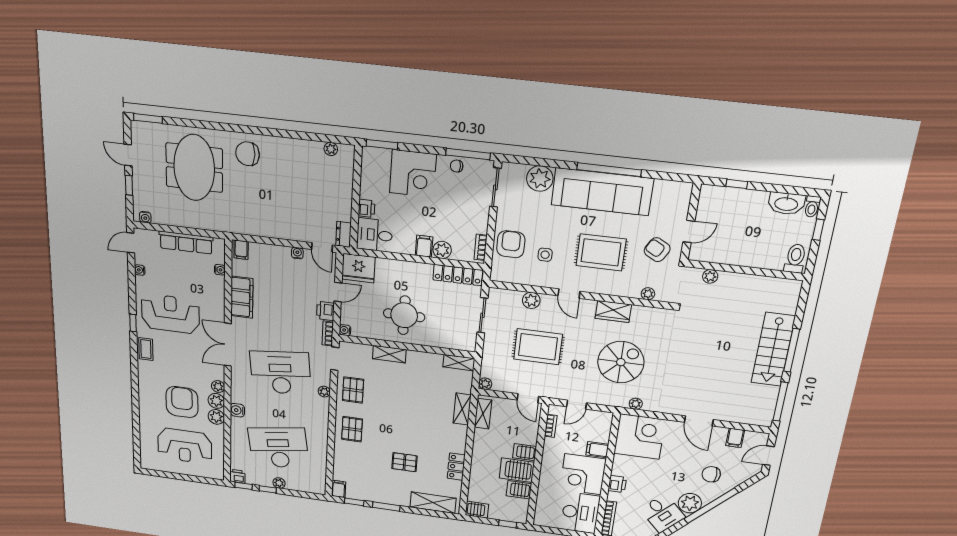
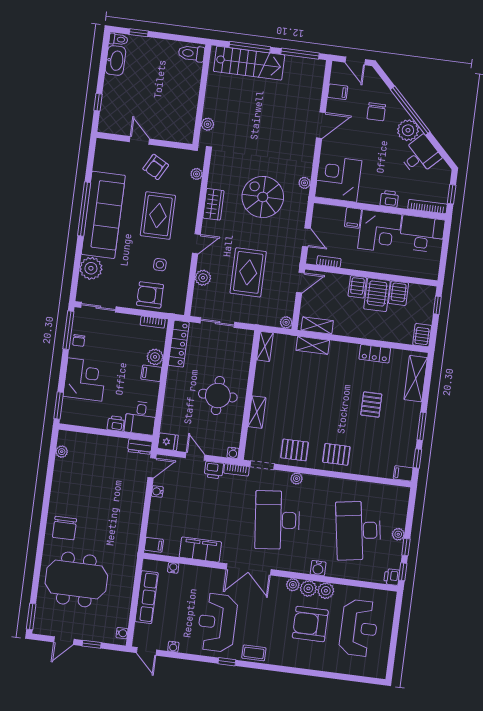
toilet: (795, 258) -> (191, 53), moved
fridge: (358, 268) -> (168, 442), width x0.53, depth x0.75
wall: (745, 270) -> (202, 95), moved
plant: (710, 276) -> (208, 124), moved

